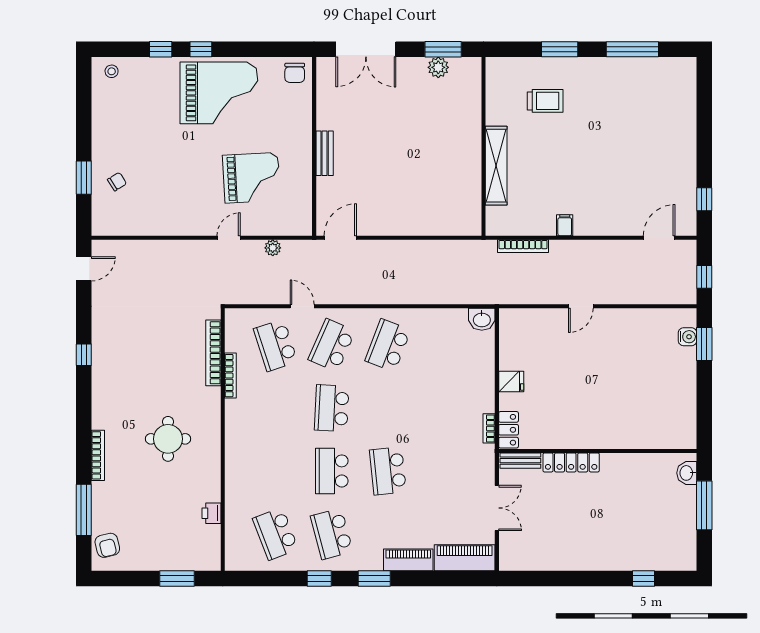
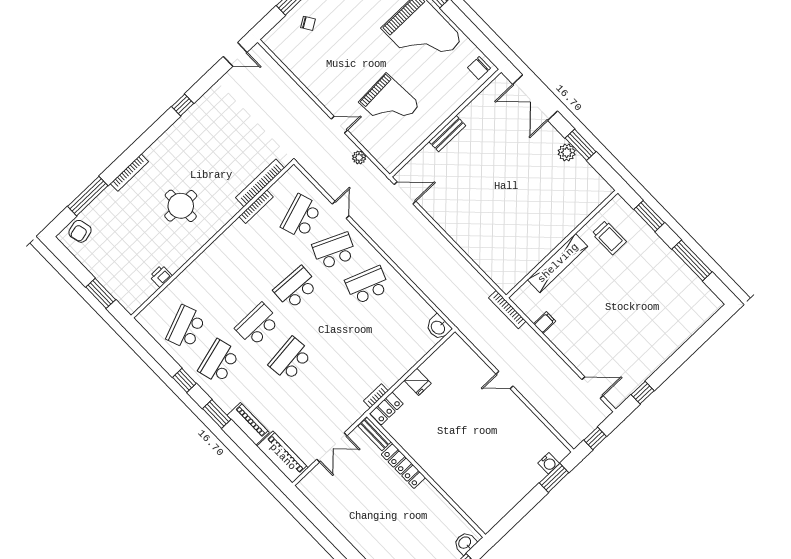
wall: (484, 146) -> (562, 244), moved
shelving: (496, 166) -> (558, 263), moved

